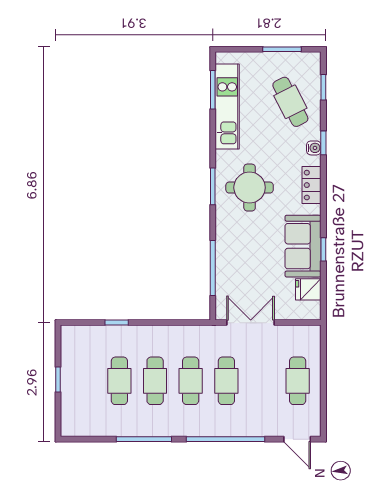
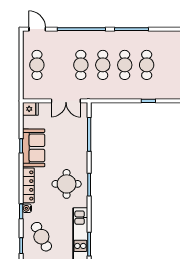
locker: (312, 185) -> (28, 185), width x1.53
fridge: (308, 289) -> (30, 109), moved

